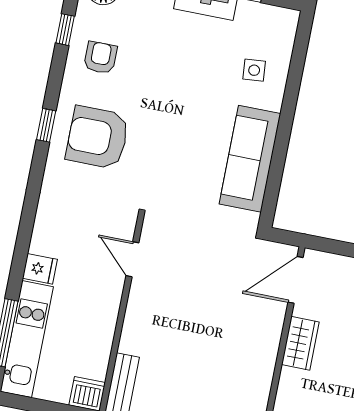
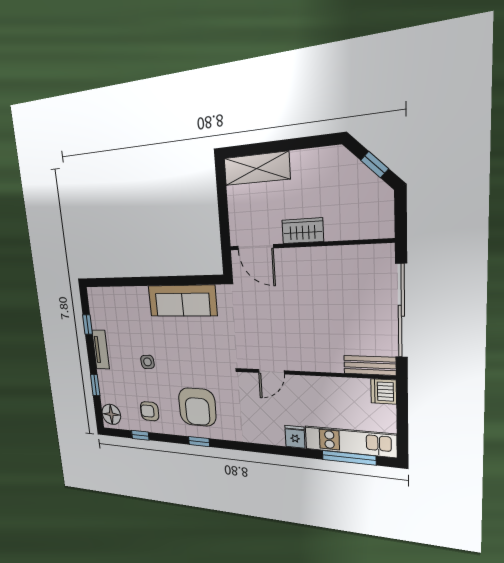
side table: (254, 70) -> (147, 362), moved

